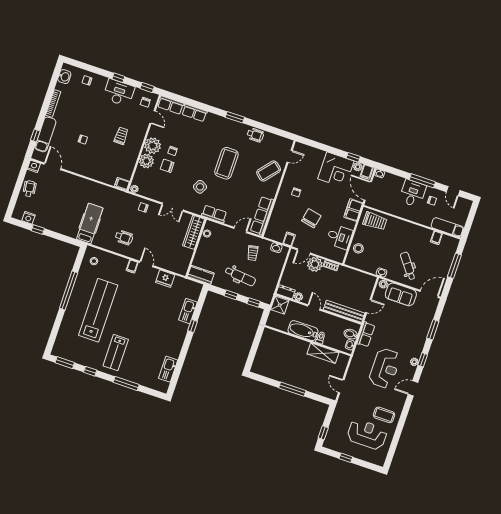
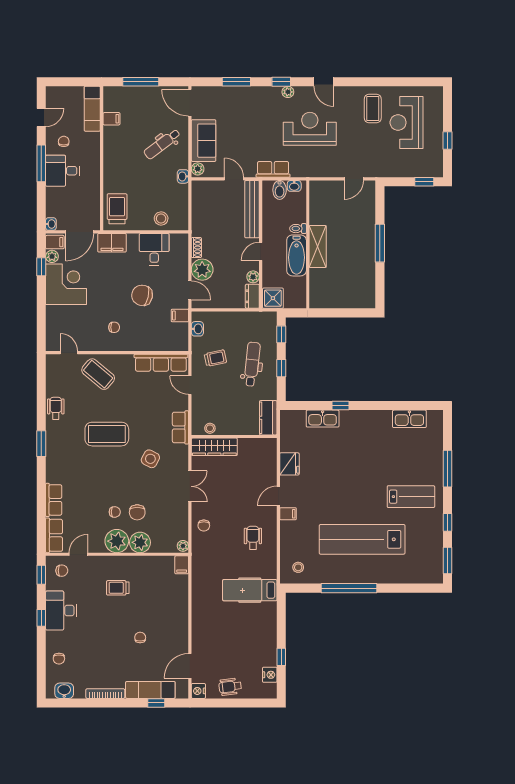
shelving: (323, 353) -> (318, 247), moved

